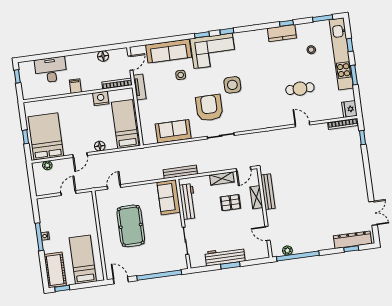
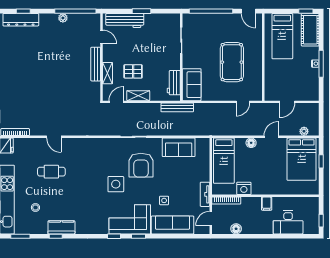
bench: (268, 192) -> (96, 64), moved
workbench: (188, 202) -> (174, 83), width x0.73
plant: (287, 250) -> (63, 18), moved
workbench: (225, 256) -> (125, 20), moved

